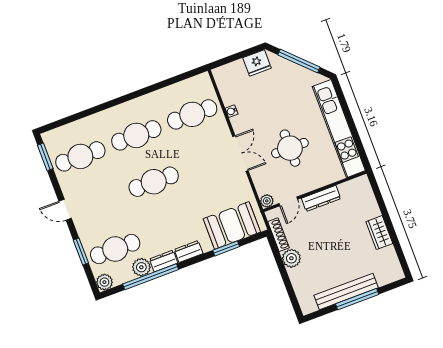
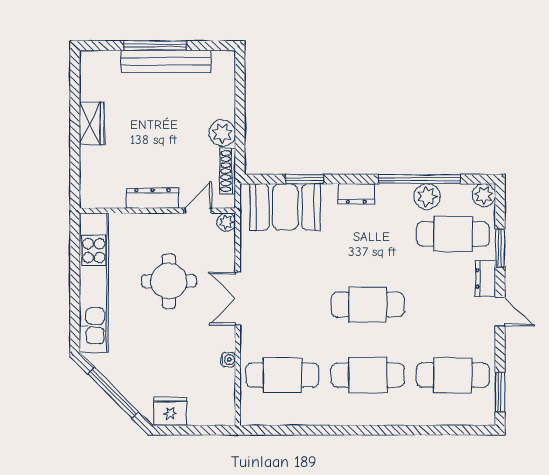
dresser: (164, 261) -> (485, 279), moved, turned 90

